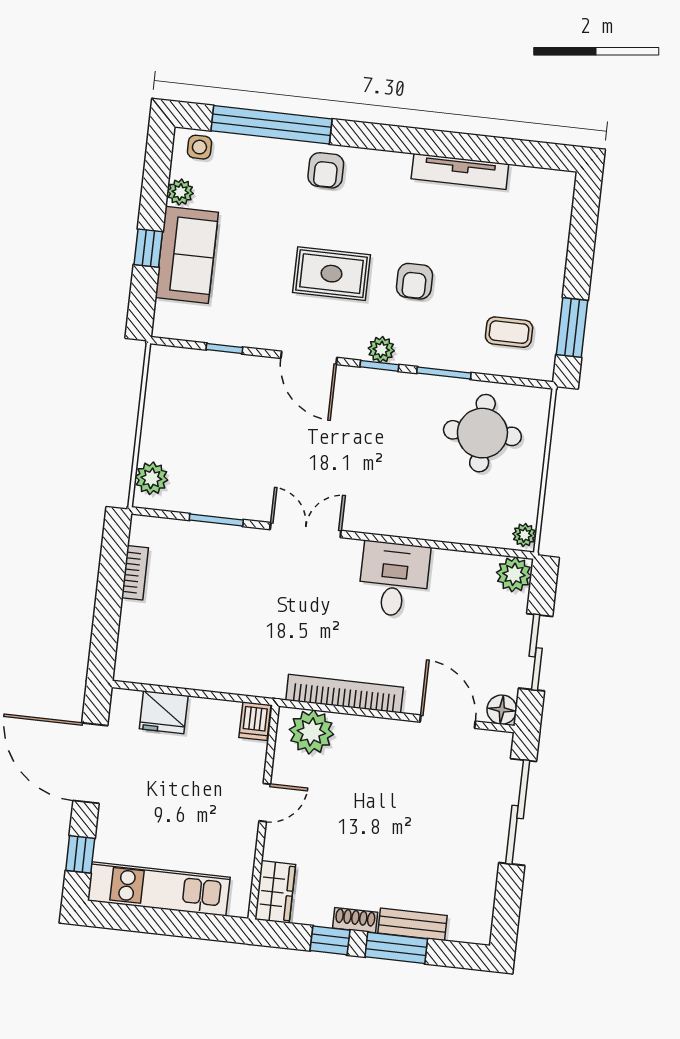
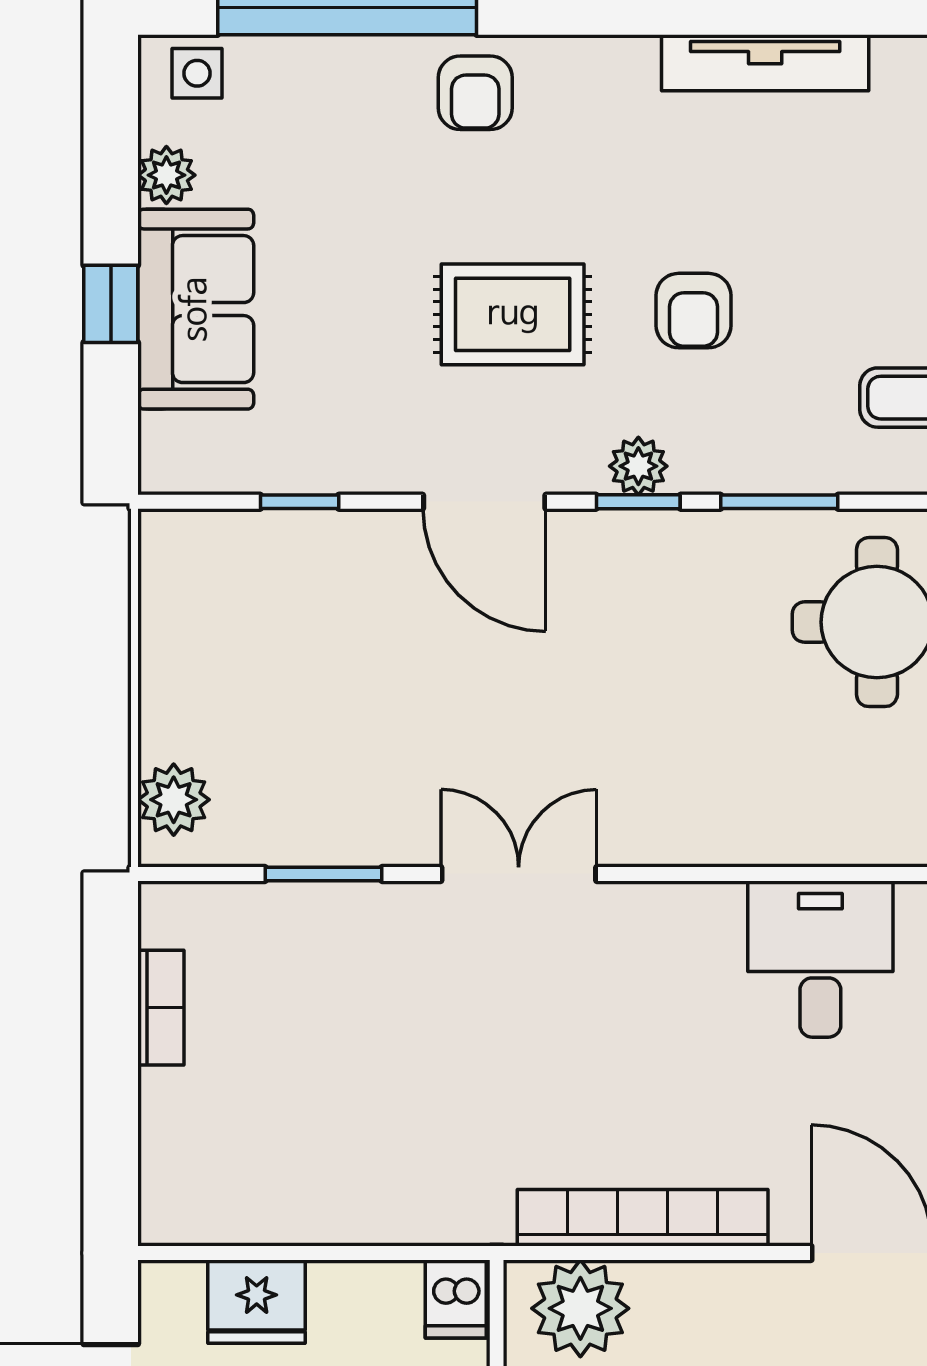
desk: (394, 579) -> (820, 959), moved

